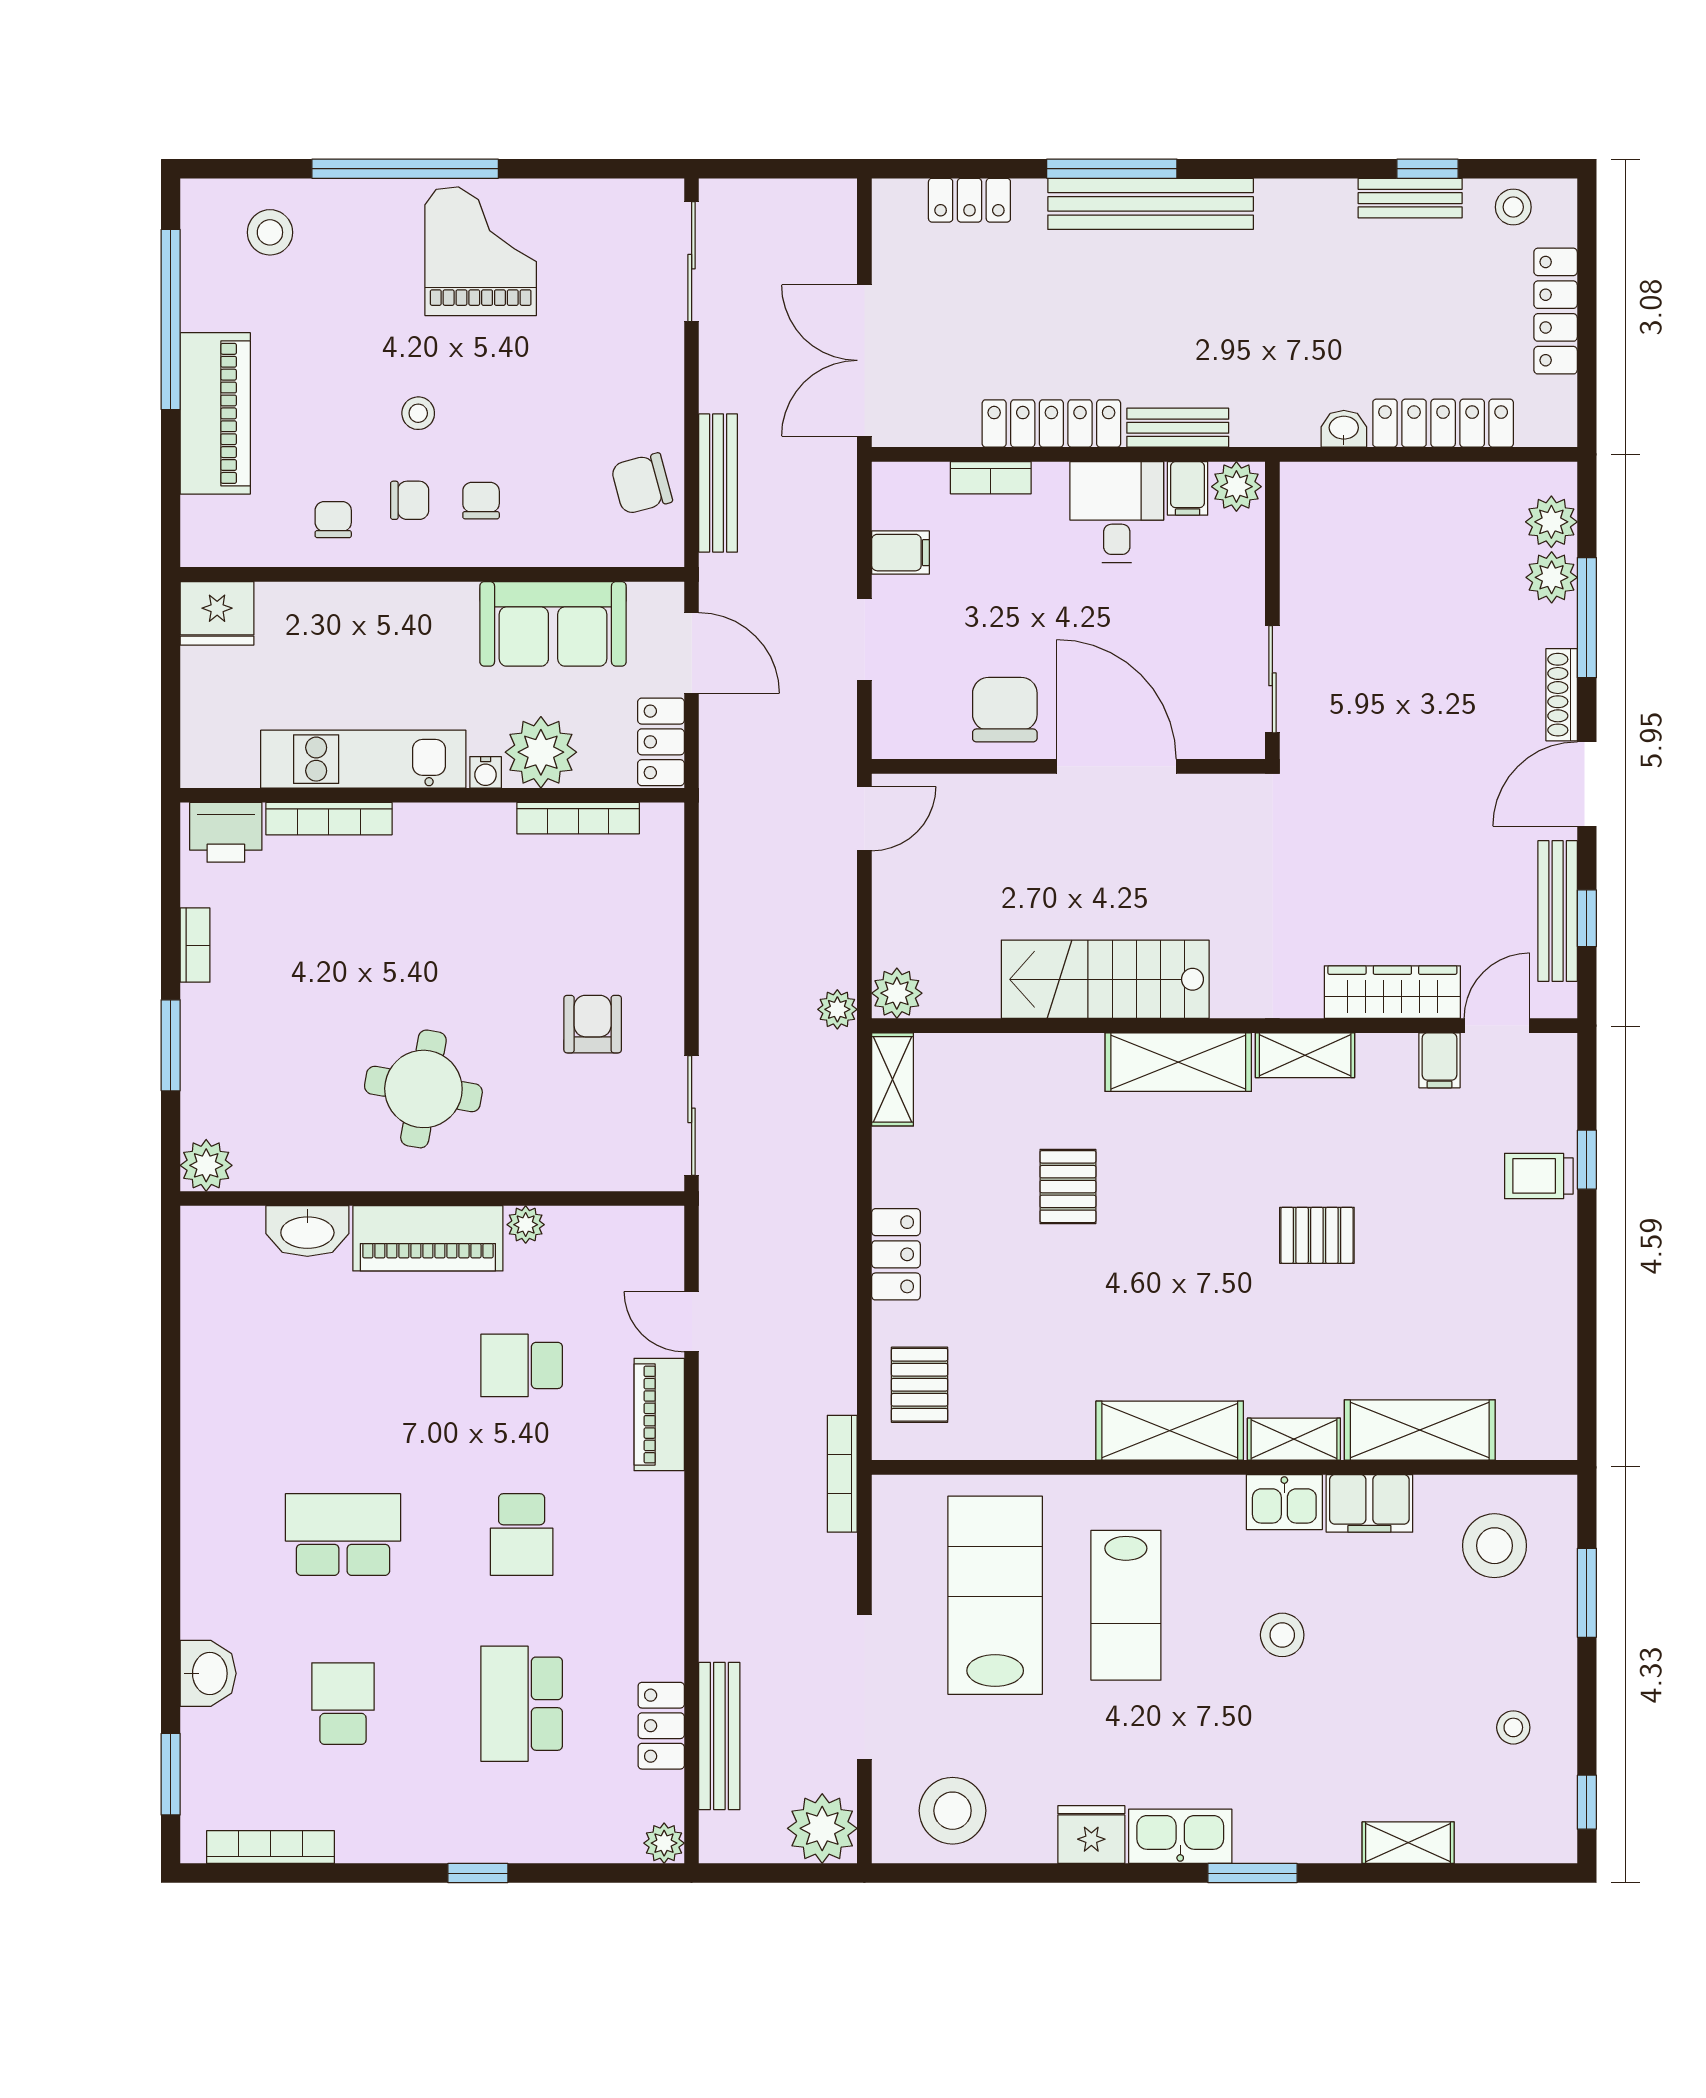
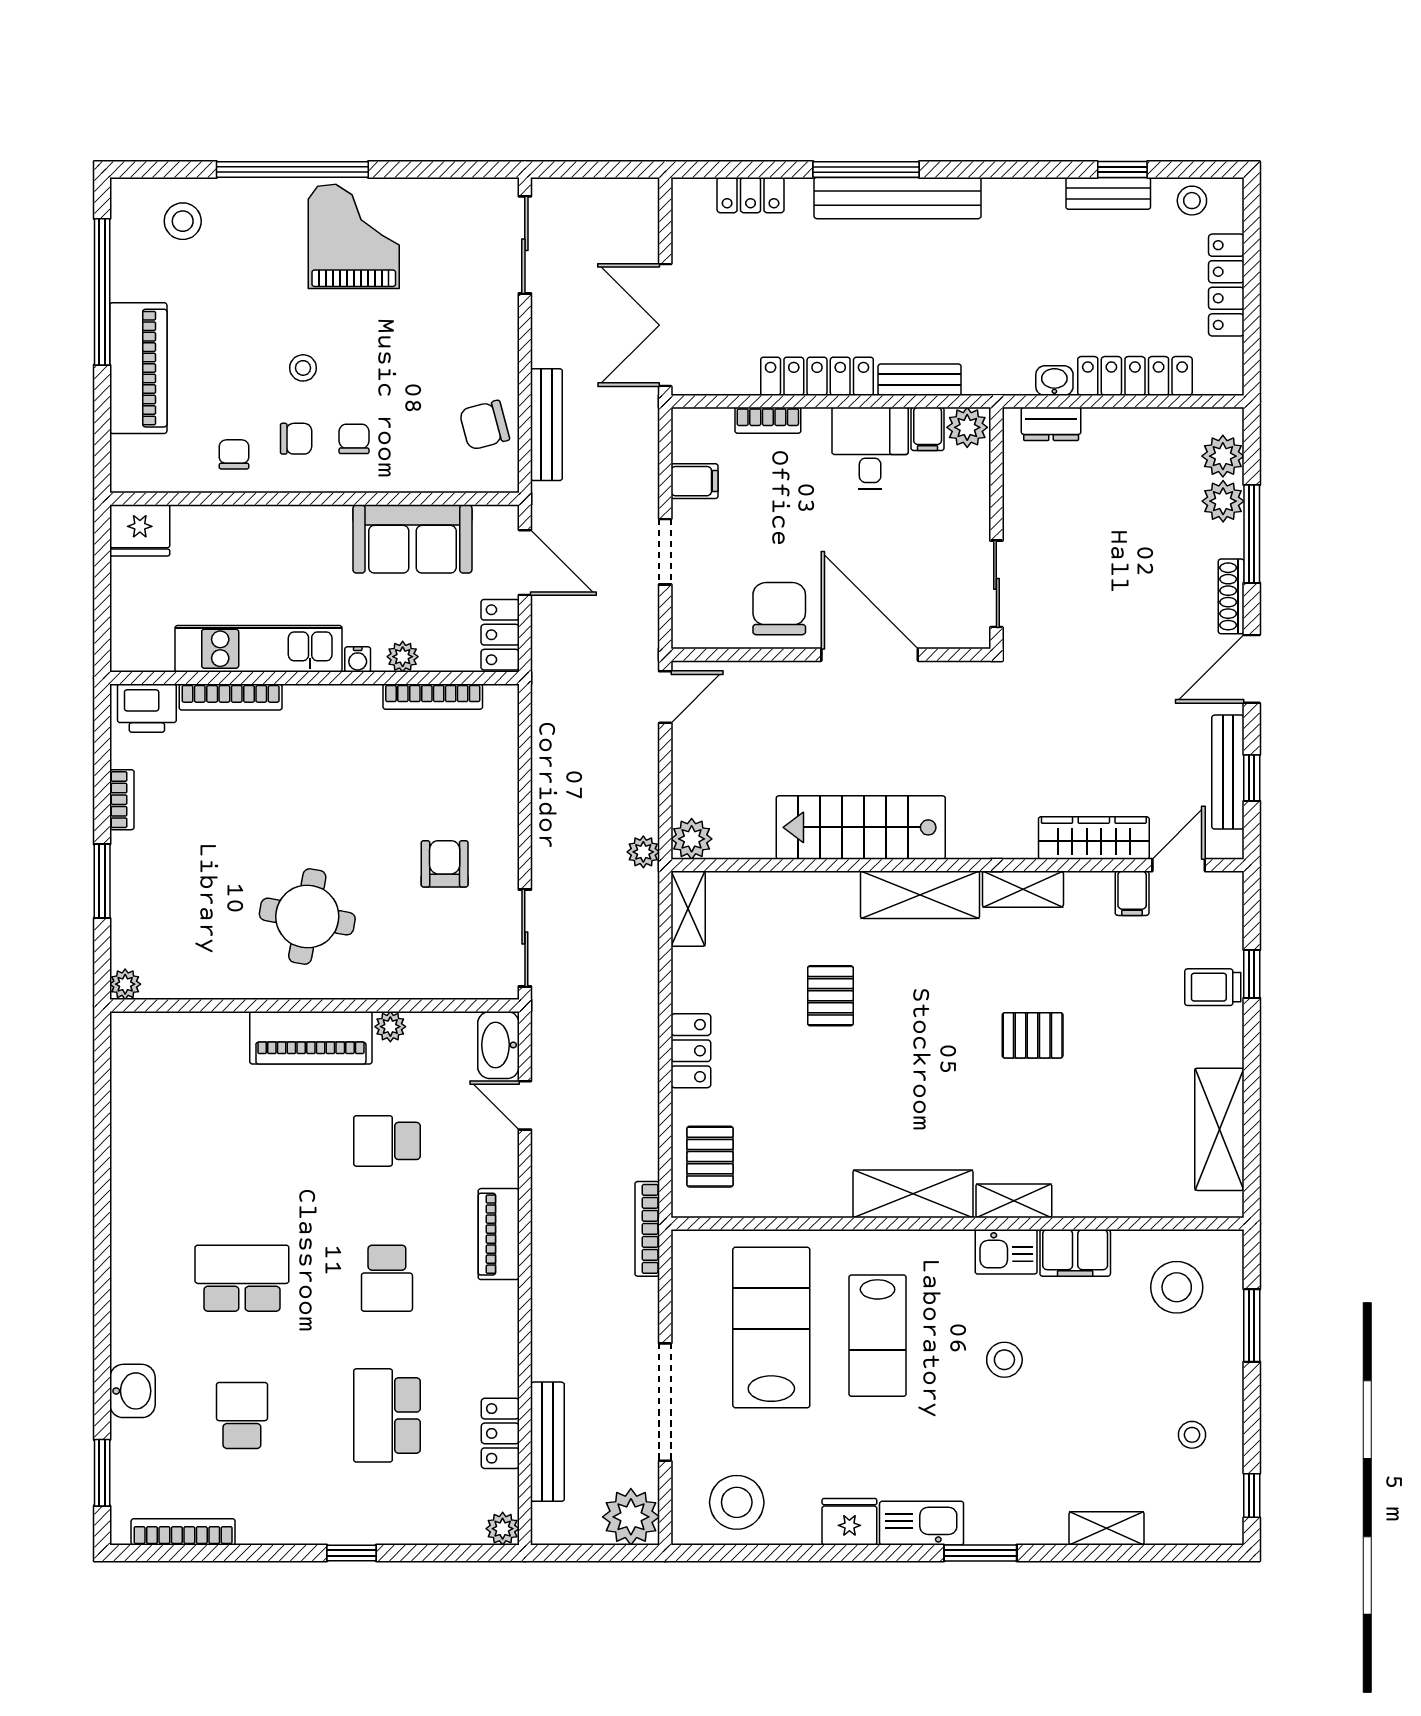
dresser: (1340, 482) -> (1051, 424), added
plant: (541, 752) -> (403, 657), width x0.53, depth x0.53
plant: (206, 1165) -> (125, 984), width x0.73, depth x0.73
washbasin: (307, 1231) -> (498, 1045), moved, turned 90
piano: (659, 1415) -> (499, 1234), moved
shelving: (1420, 1430) -> (1219, 1129), moved, turned 90

